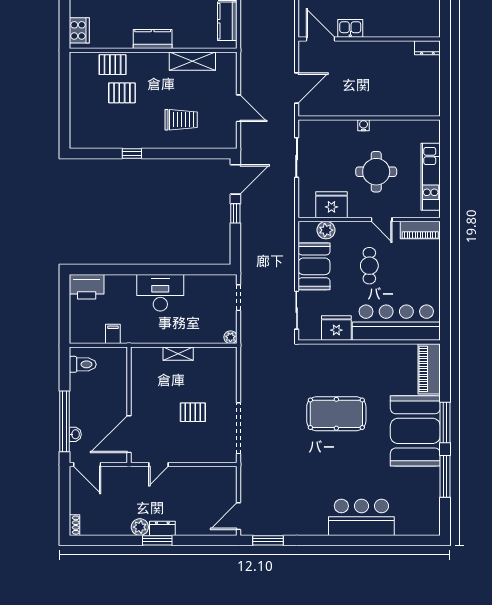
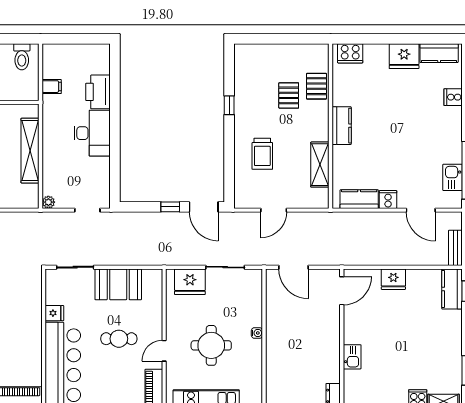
kitchen sink: (350, 28) -> (352, 357), moved
fridge: (331, 205) -> (190, 282), moved, turned 90
plant: (326, 230) -> (154, 296), removed
printer: (87, 287) -> (98, 92), moved
fridge: (336, 328) -> (54, 313), width x0.53, depth x0.75
shelving: (178, 354) -> (30, 151), width x2.20, depth x1.33

